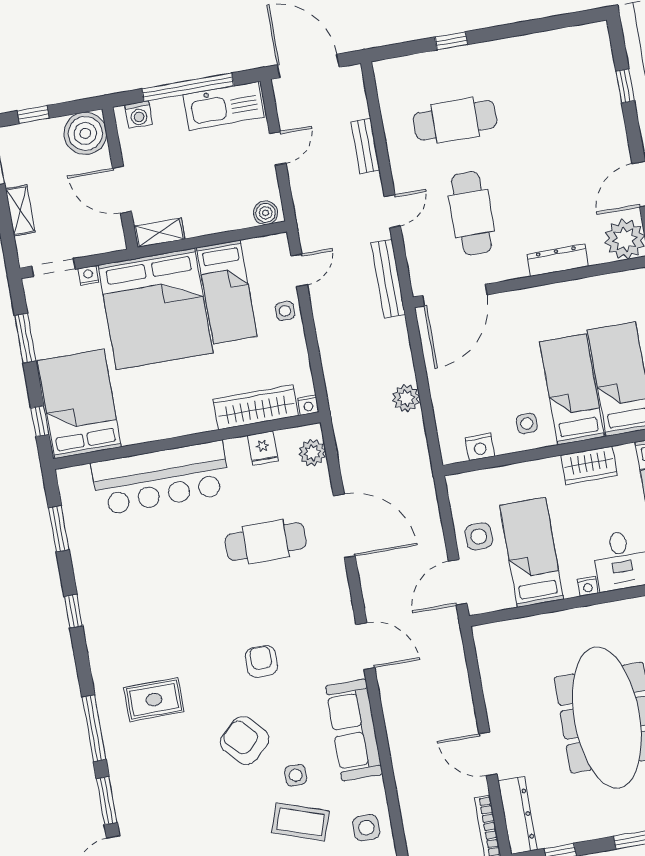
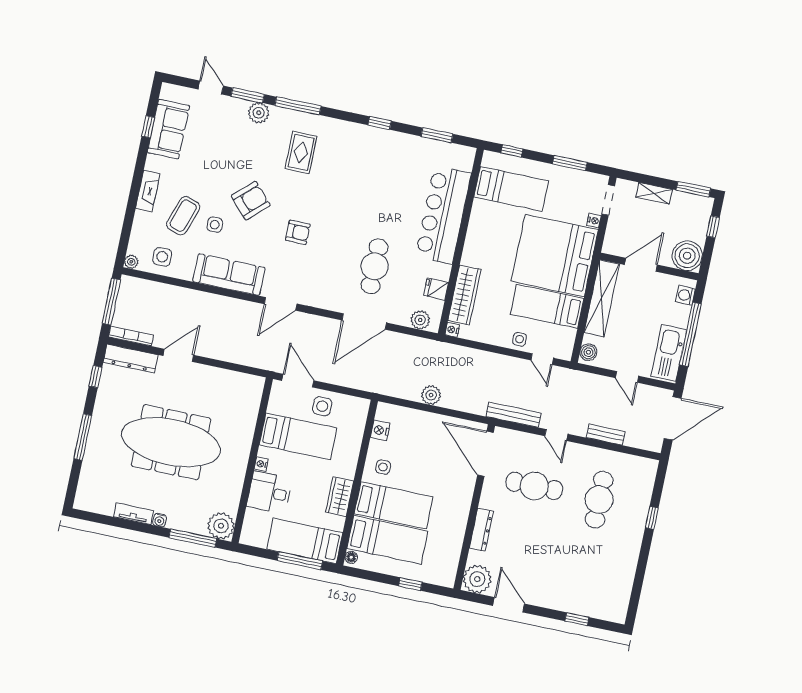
shelving: (159, 233) -> (602, 298), width x2.20, depth x1.33
bed: (79, 404) -> (511, 189), width x0.67
plant: (124, 777) -> (259, 113), added

